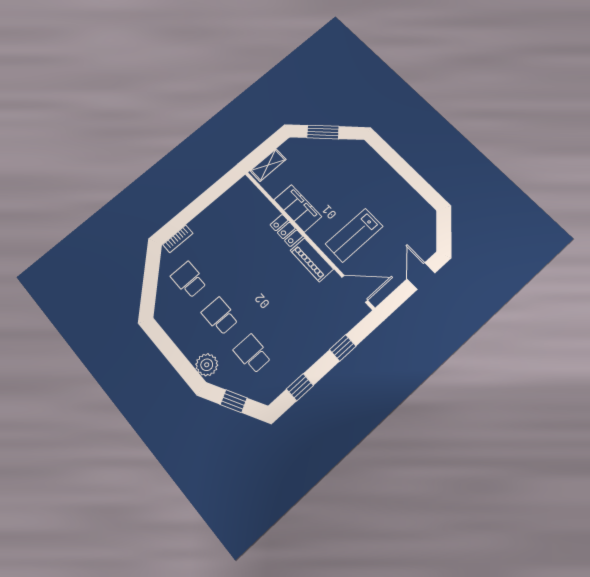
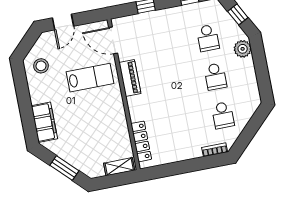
filing cabinet: (298, 208) -> (44, 122), moved, turned 180
stool: (413, 217) -> (41, 66), added
locker: (286, 230) -> (141, 141), moved, width x1.53

